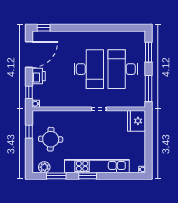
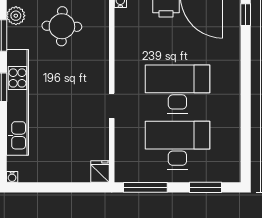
desk: (89, 69) -> (177, 89), turned 180
fridge: (137, 121) -> (100, 171), width x0.53, depth x0.75

